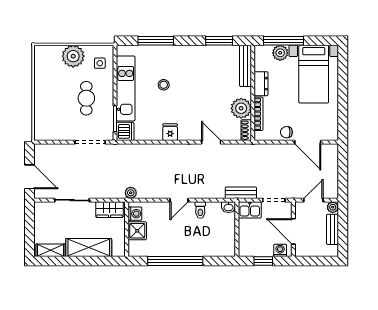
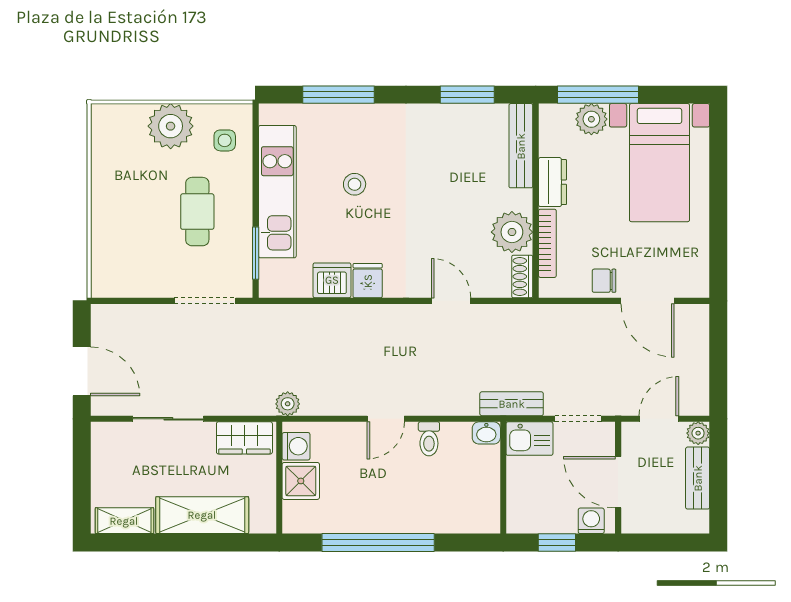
dishwasher: (125, 131) -> (332, 280), moved, turned -90

